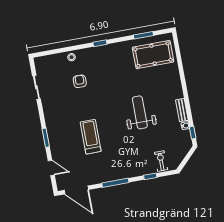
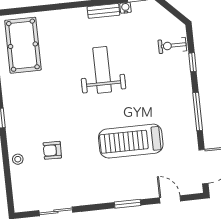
weight bench: (140, 112) -> (102, 70), turned 90
treadmill: (91, 137) -> (131, 141), width x1.37, depth x1.38
door: (51, 168) -> (170, 199), hinge flipped

